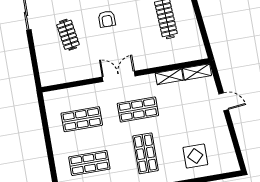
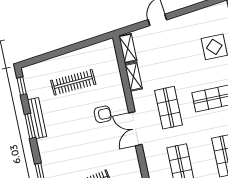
armchair: (107, 19) -> (103, 114), moved

